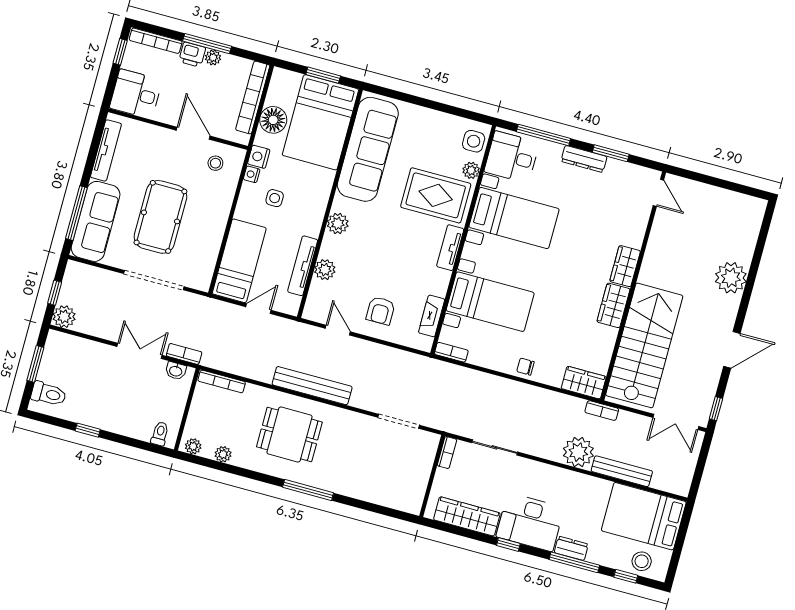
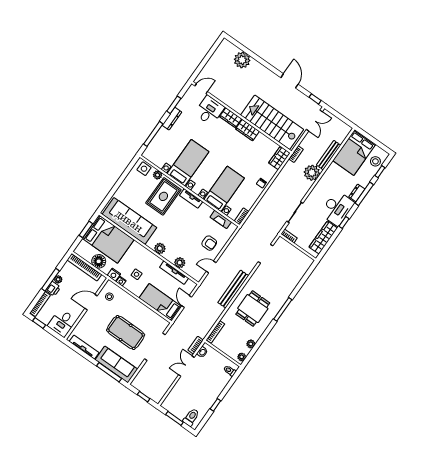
desk: (512, 157) -> (209, 110), moved, turned 180
plant: (731, 278) -> (242, 60), moved
plant: (64, 317) -> (157, 396), removed

